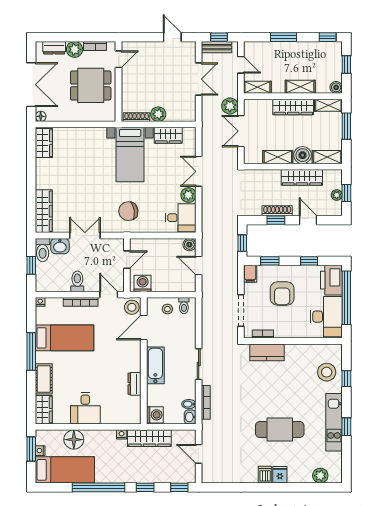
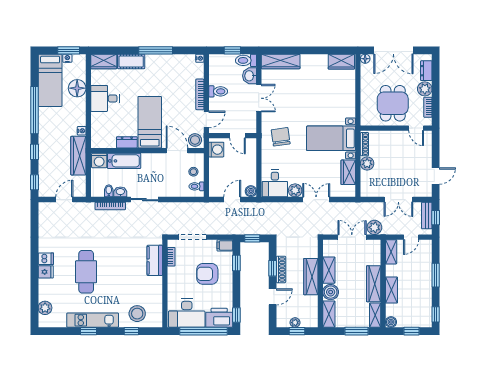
wardrobe: (302, 177) -> (311, 277), moved
window: (309, 261) -> (236, 315), moved
bed: (65, 338) -> (150, 122), moved, turned 180
bathtub: (155, 365) -> (124, 161), moved
washbasin: (190, 417) -> (120, 192), moved

